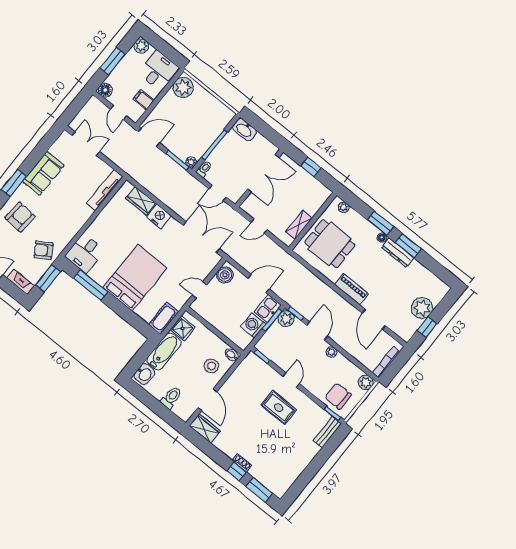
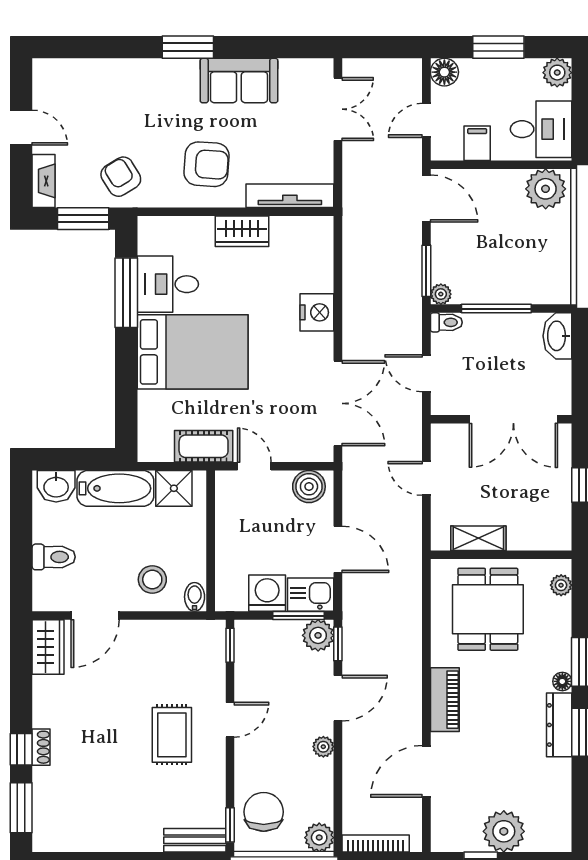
wardrobe: (141, 201) -> (242, 231), moved, turned -90
armchair: (20, 217) -> (207, 164), moved
desk: (85, 253) -> (168, 284), moved
cot: (164, 318) -> (204, 446), moved

